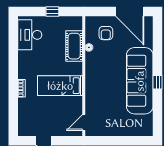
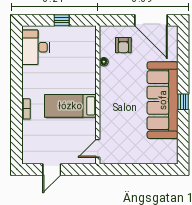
cot: (74, 46) -> (87, 60), removed

